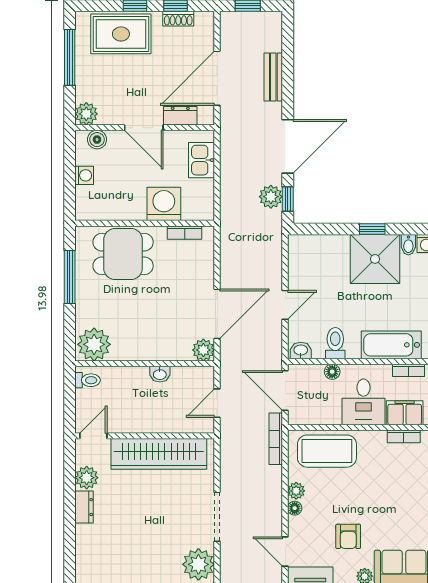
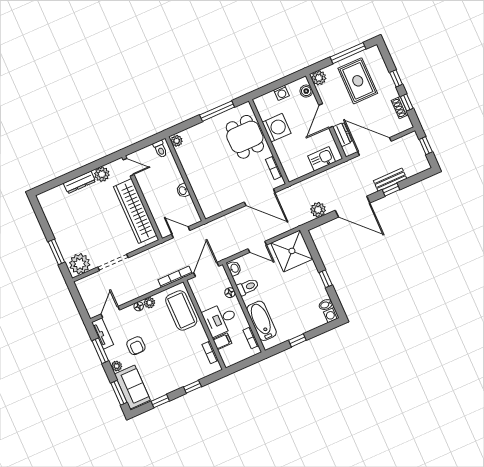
rug: (121, 34) -> (358, 81), moved
window: (288, 199) -> (391, 190), moved
washing machine: (164, 204) -> (277, 128), moved
shower: (375, 259) -> (292, 251), moved
door: (217, 314) -> (260, 197), moved
plant: (94, 344) -> (177, 141), width x0.53, depth x0.53
plant: (203, 350) -> (209, 210), removed
filing cabinet: (405, 413) -> (222, 341), width x0.50
dresser: (84, 507) -> (79, 182), width x1.44
armchair: (348, 536) -> (136, 346), turned -90

